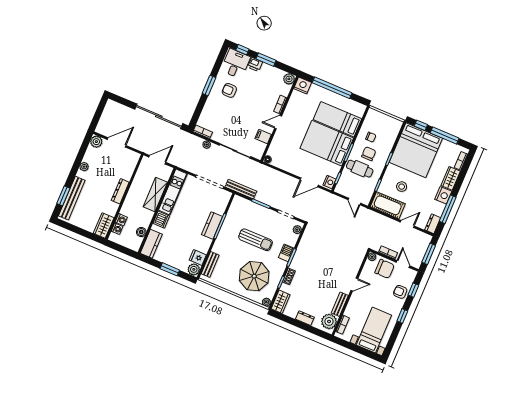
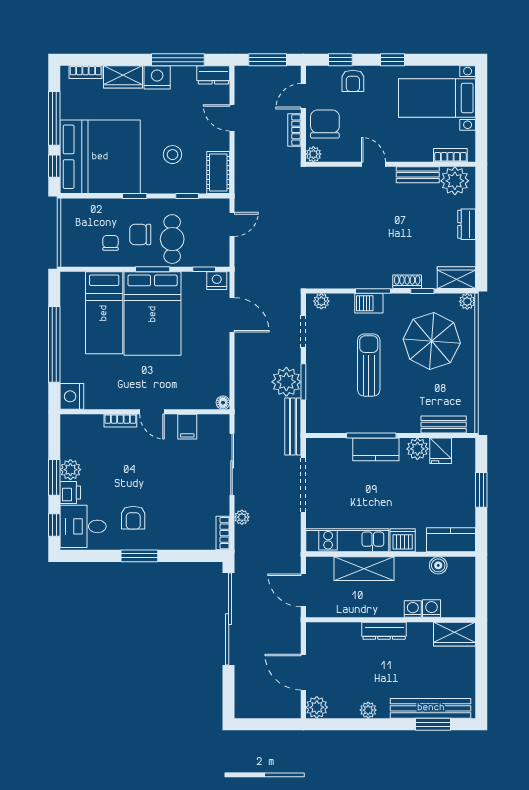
plant: (289, 79) -> (70, 470), moved
plant: (265, 195) -> (286, 382), added
cot: (388, 205) -> (218, 172), width x0.73, depth x0.75
washing machine: (117, 229) -> (413, 609), moved
plant: (194, 269) -> (417, 449), moved

